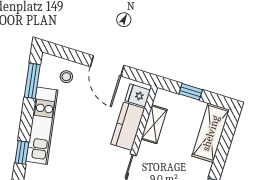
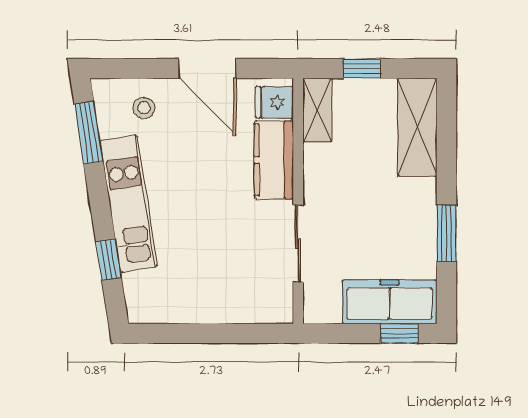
shelving: (154, 124) -> (317, 110), moved

